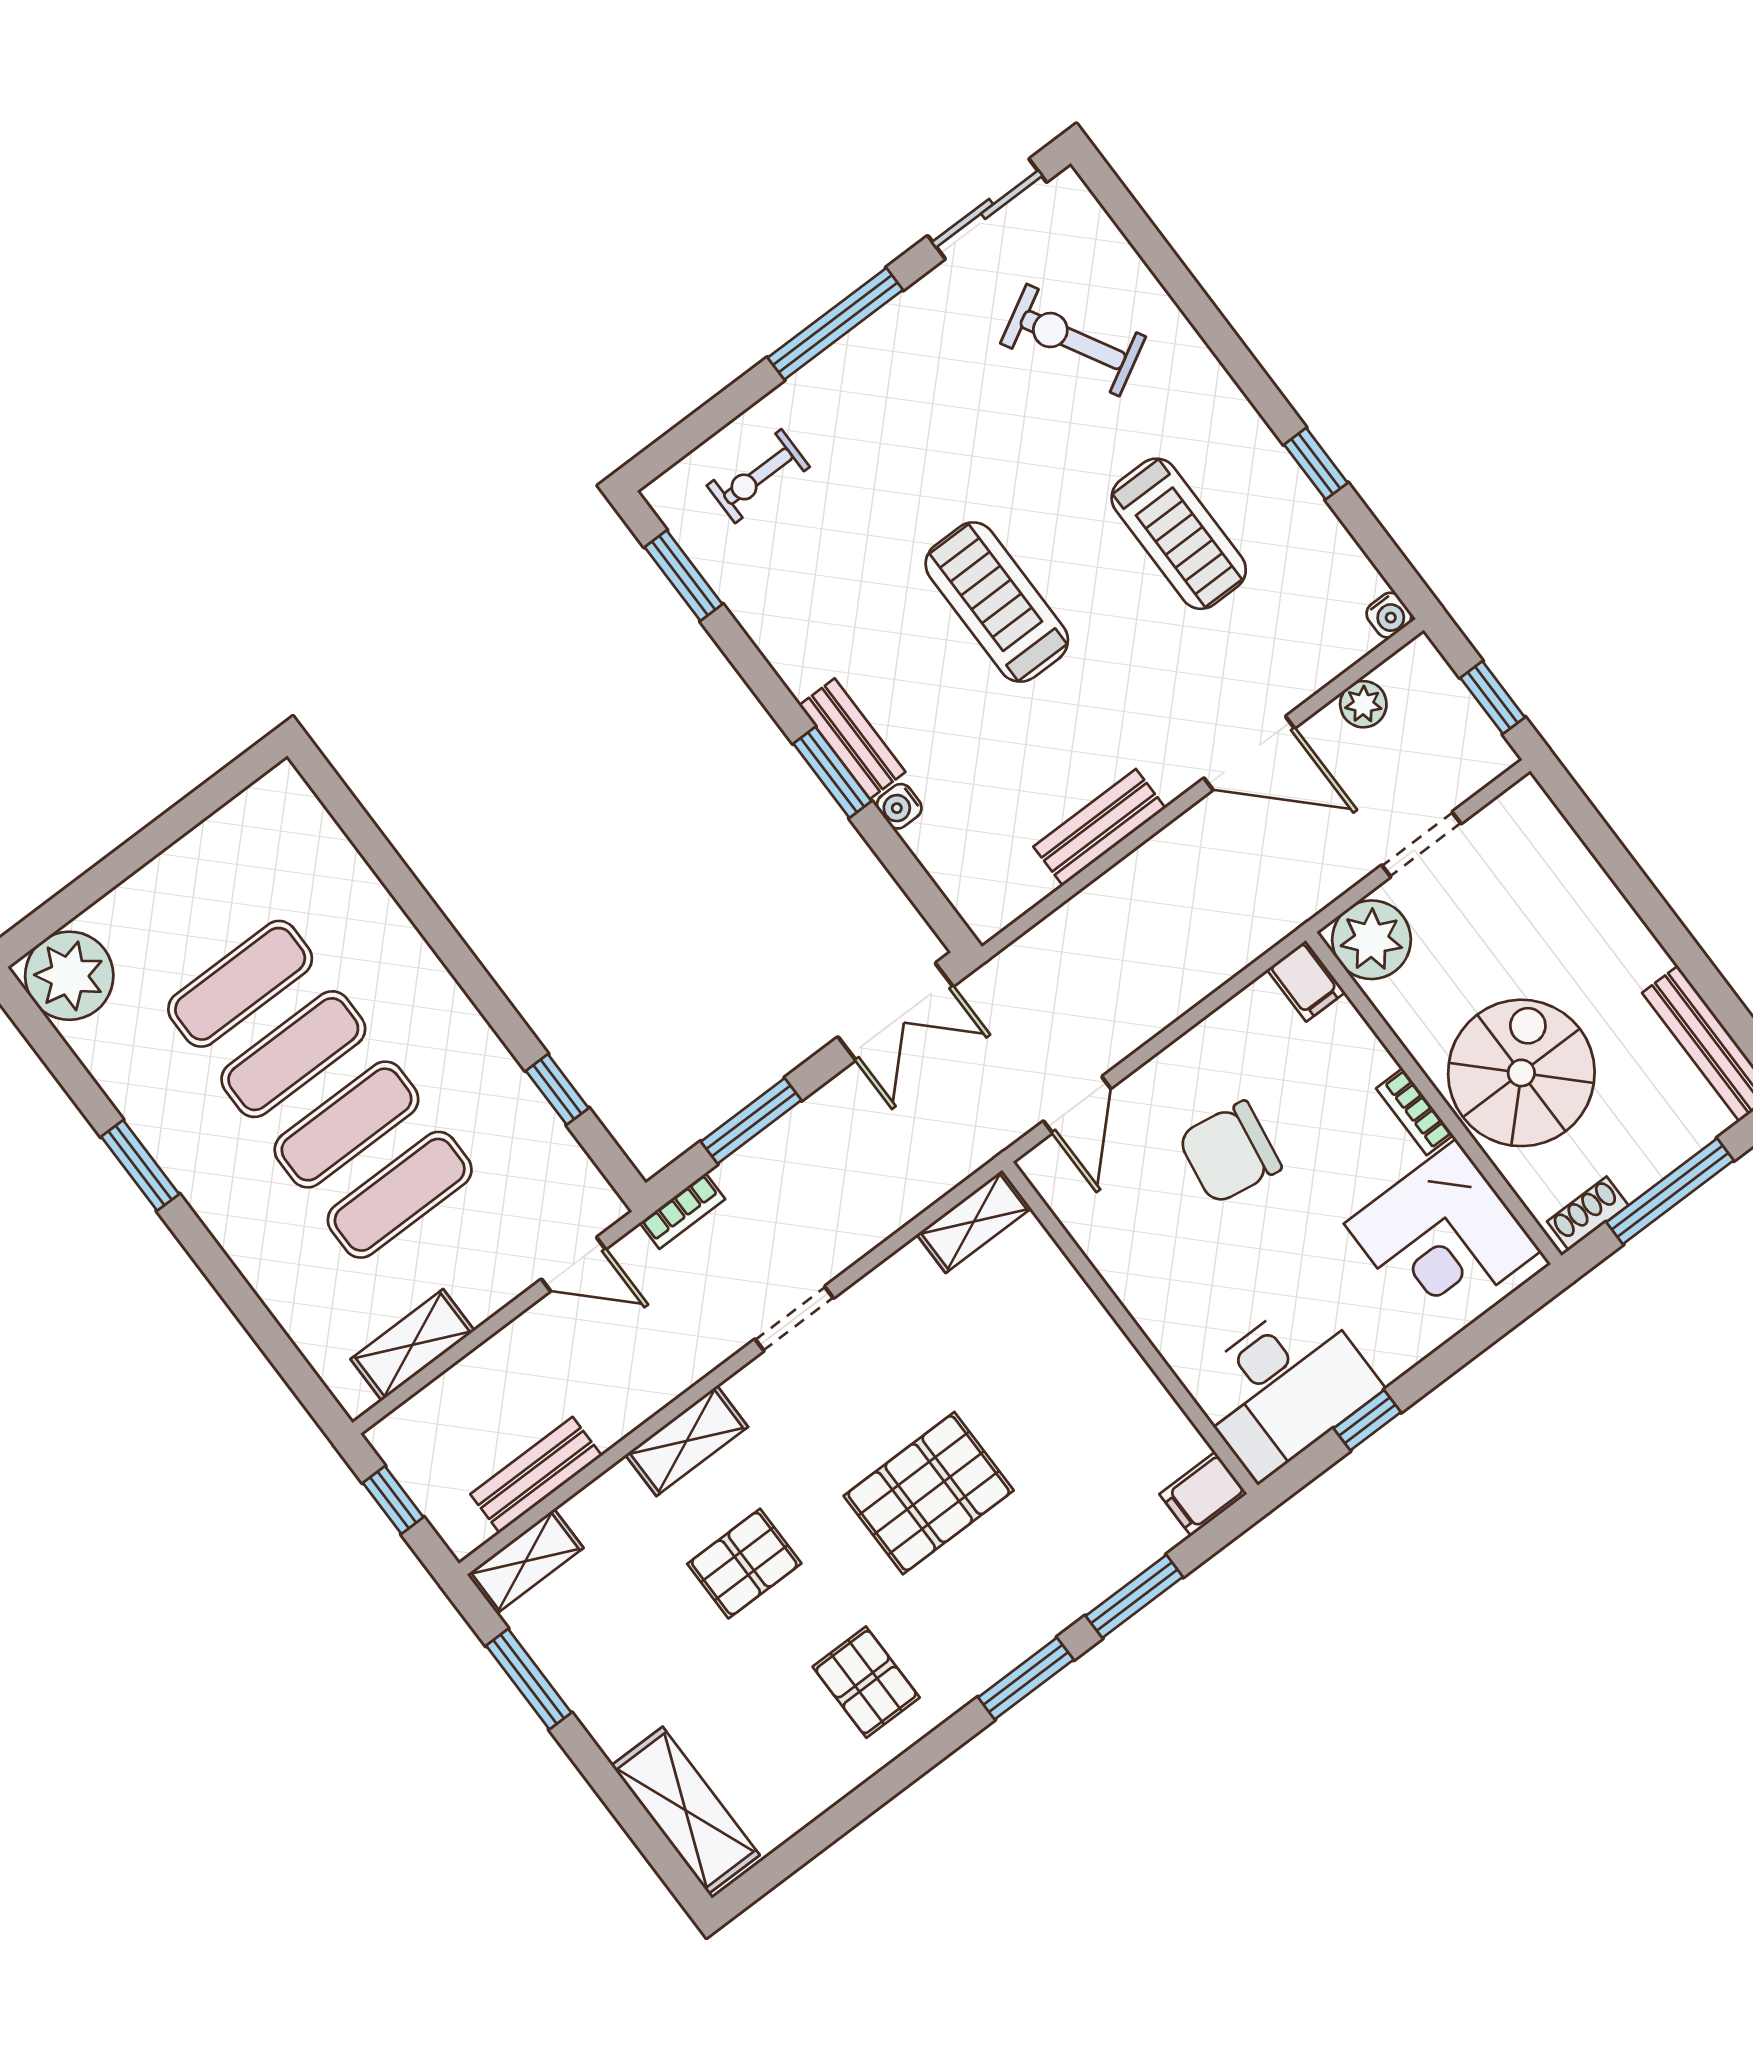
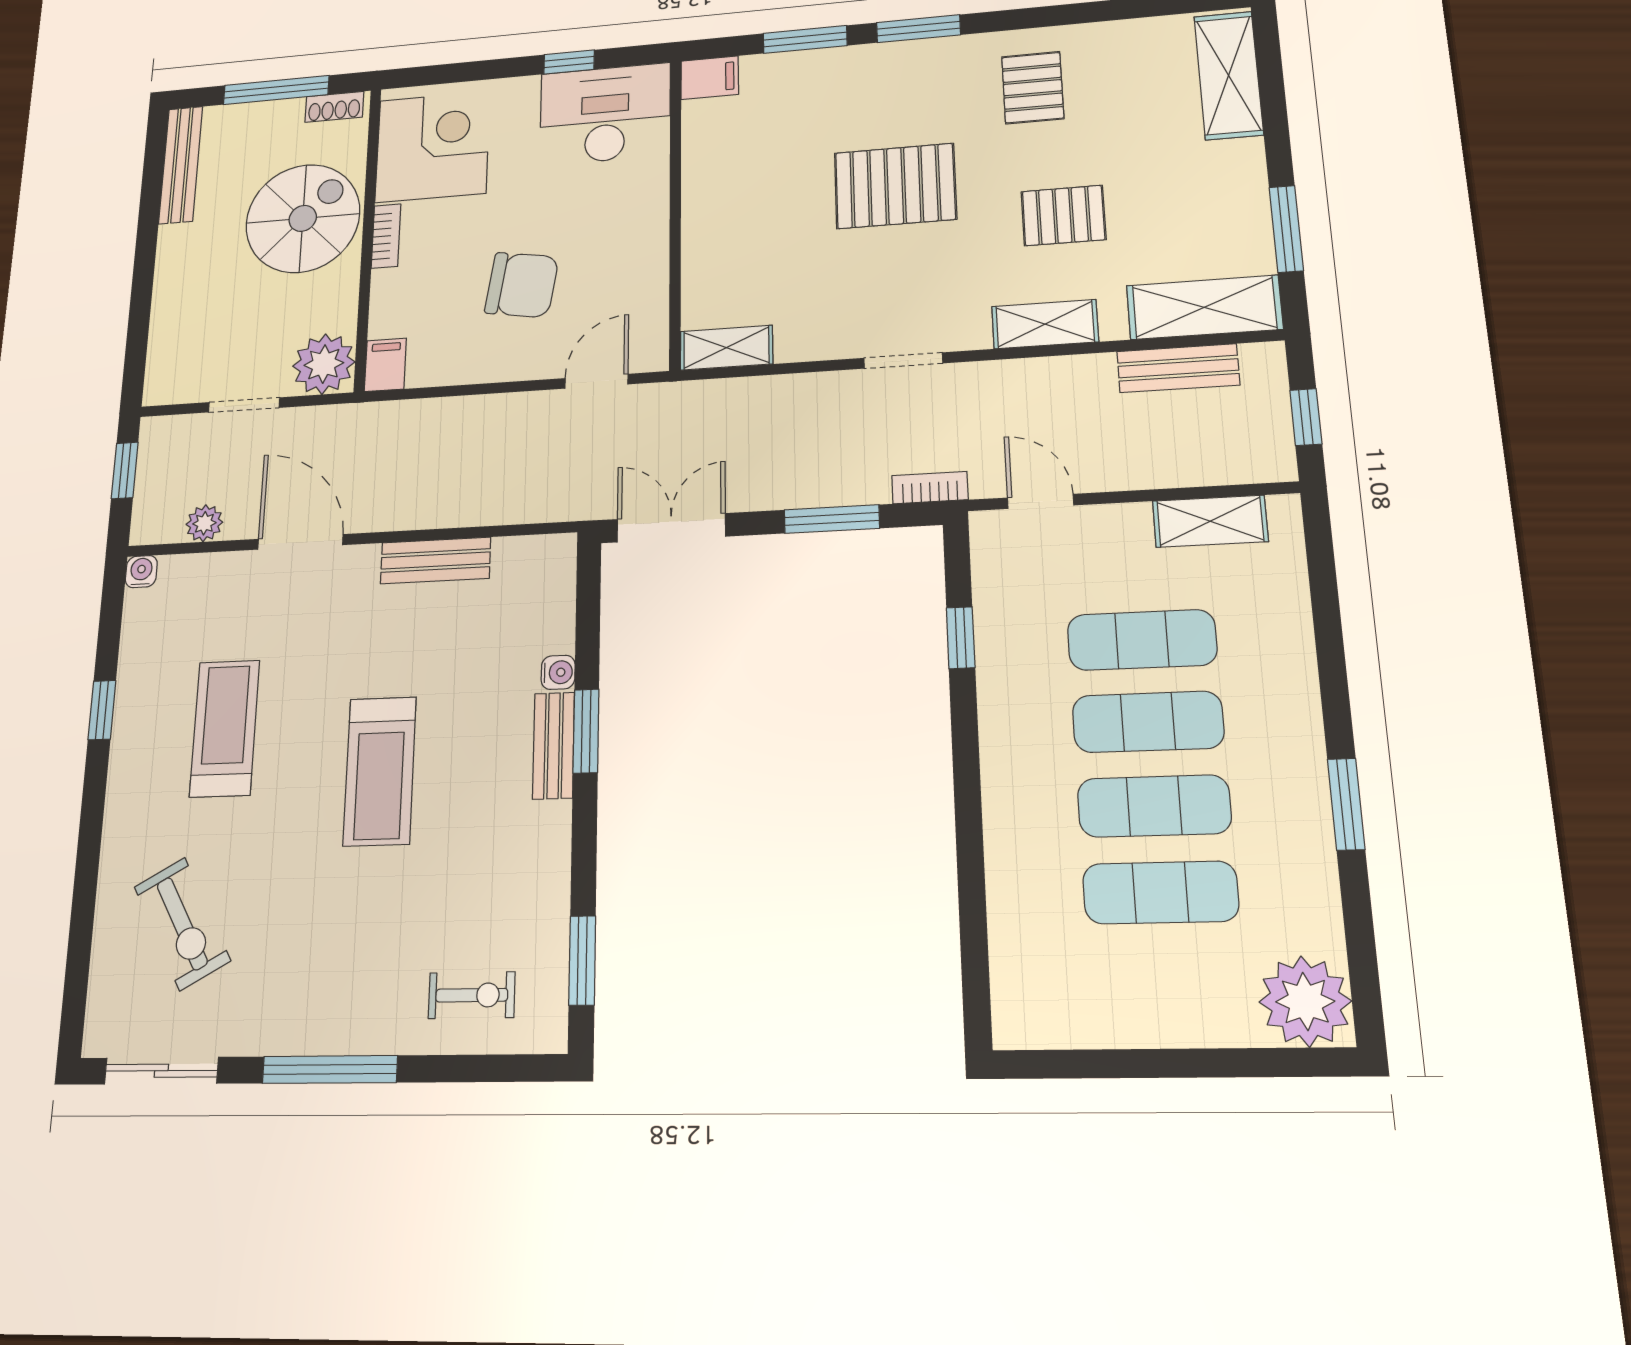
spiral stairs: (1521, 1073) -> (303, 218), turned 180
shelving: (525, 1561) -> (1204, 307), width x1.50, depth x1.33

